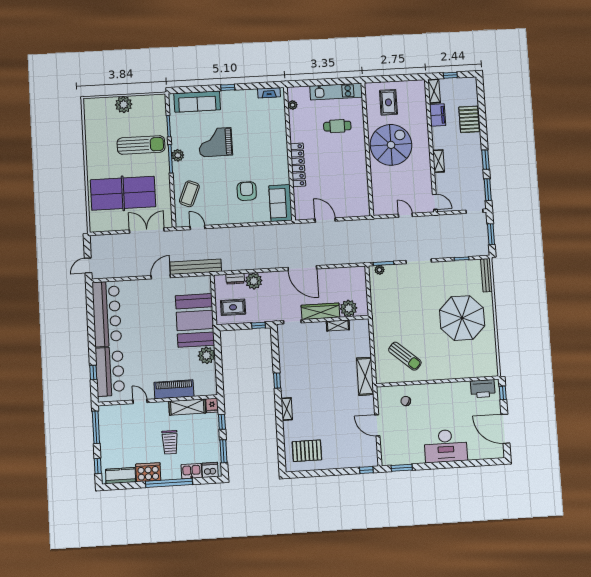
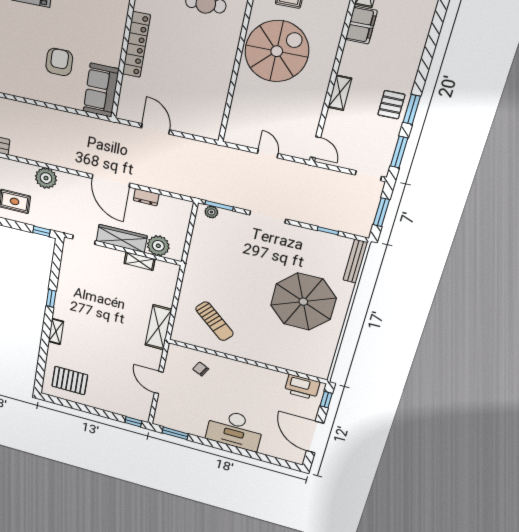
pallet: (469, 119) -> (391, 105), moved, width x0.67, depth x0.71
dresser: (235, 279) -> (146, 197), moved

